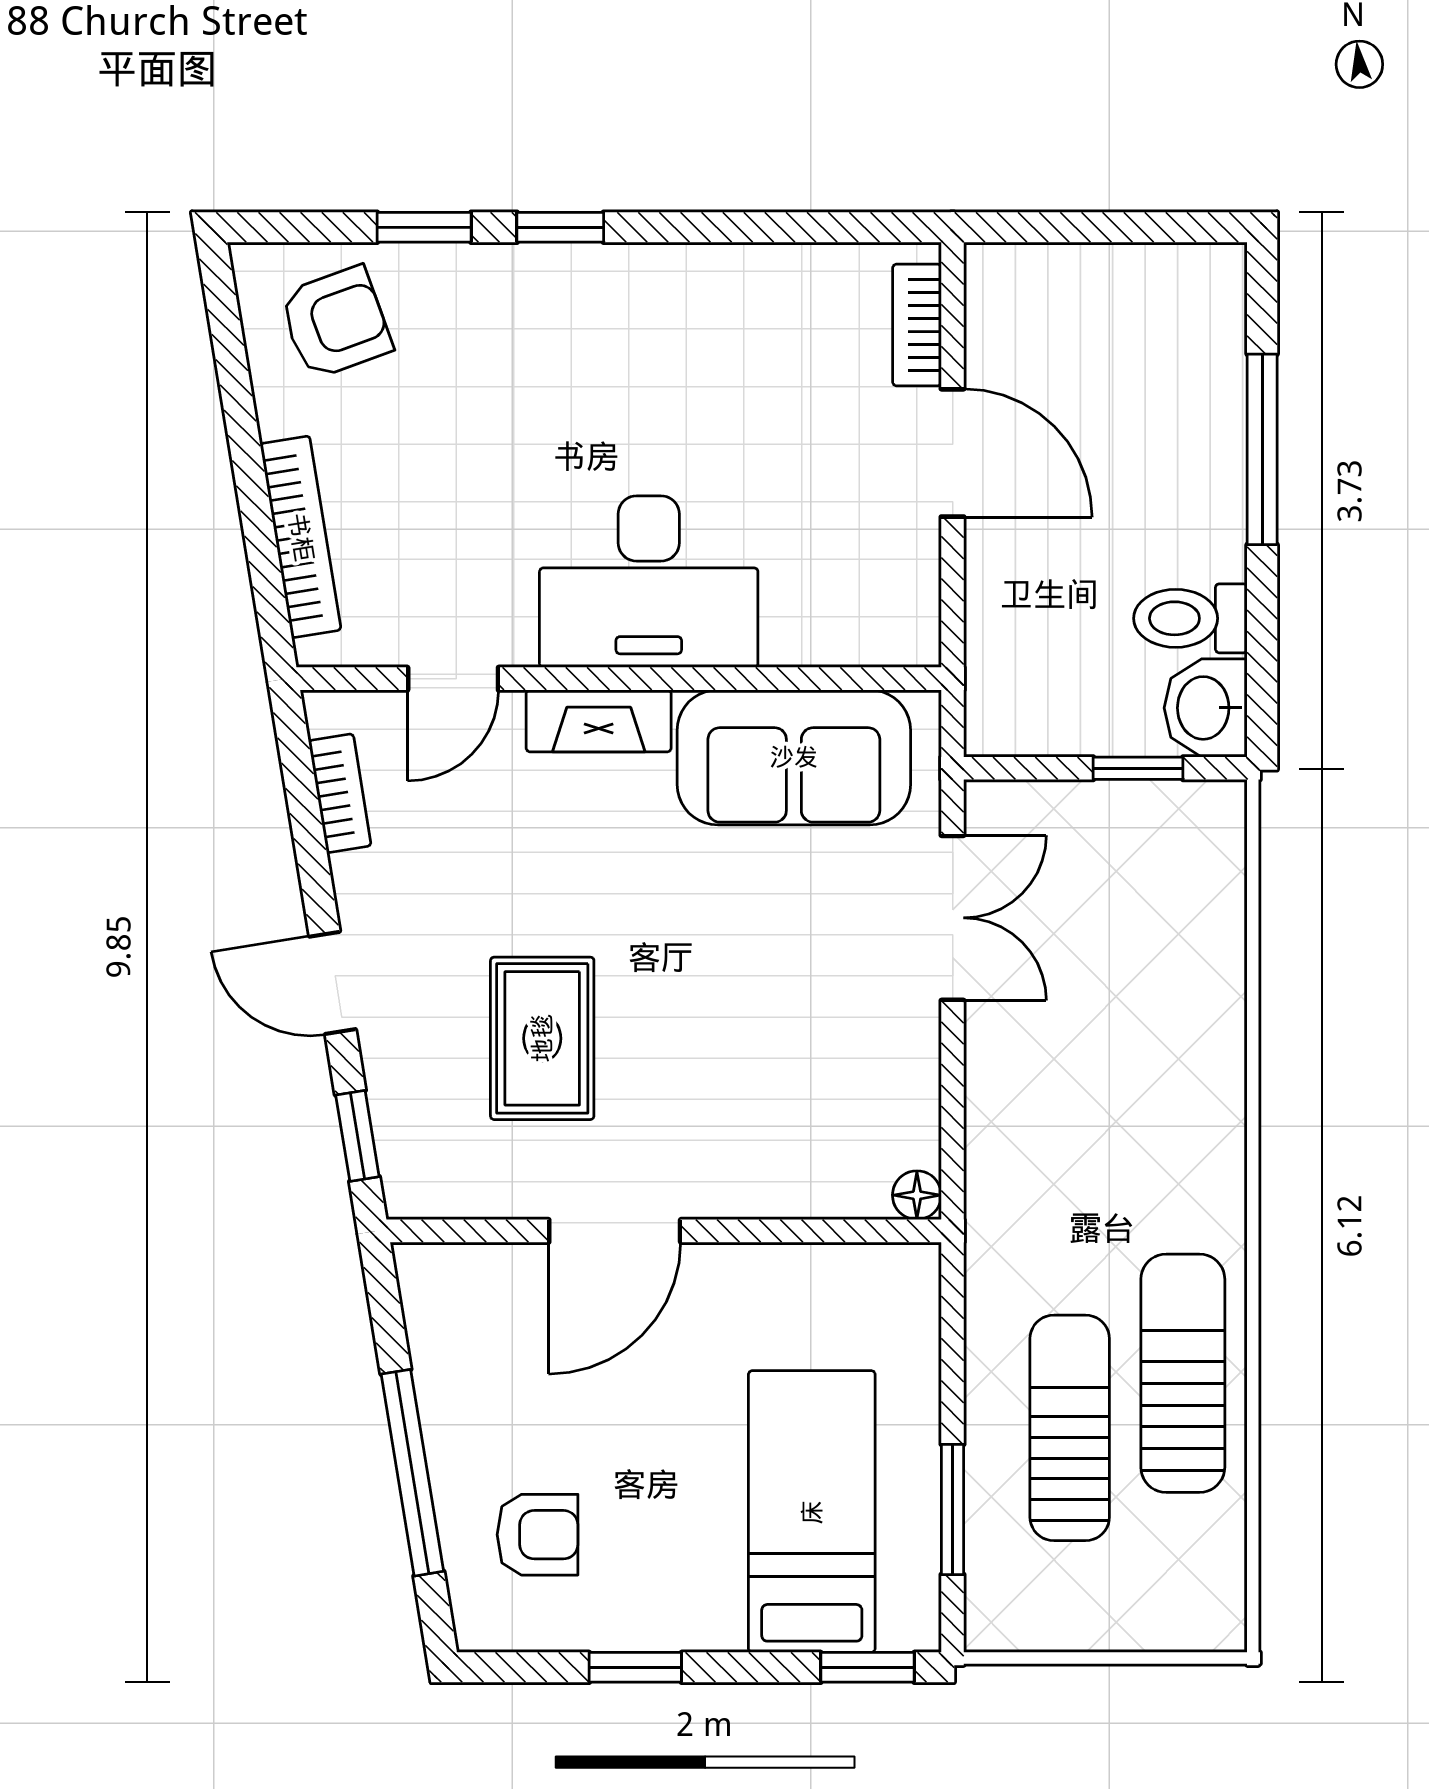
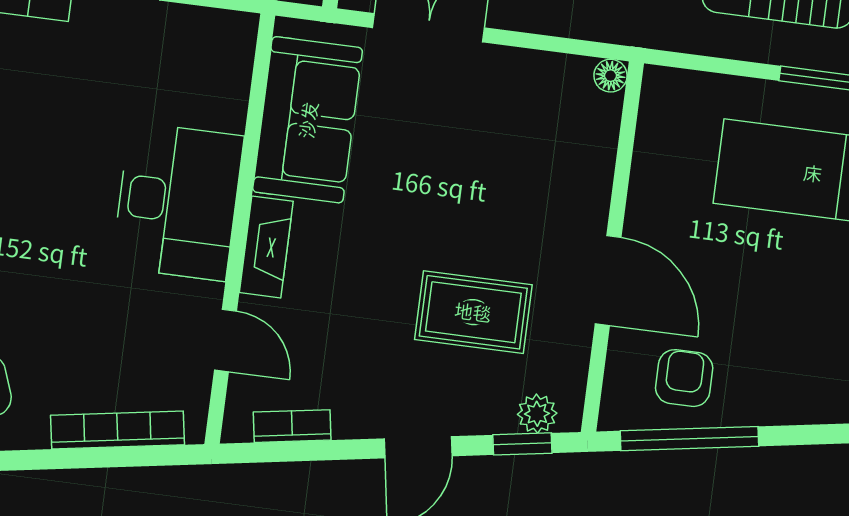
plant: (405, 1152) -> (537, 414), added
window: (412, 1473) -> (689, 439), moved
armchair: (537, 1535) -> (684, 378), moved

